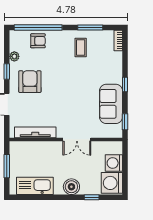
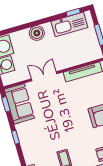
sofa: (111, 104) -> (19, 104), moved
window: (92, 197) -> (73, 12), moved

